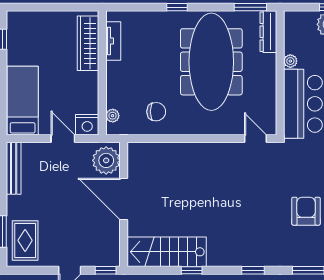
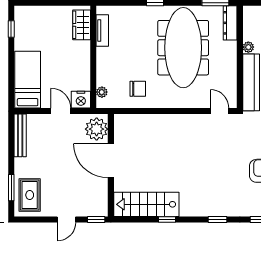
wardrobe: (88, 43) -> (82, 25), width x0.67

